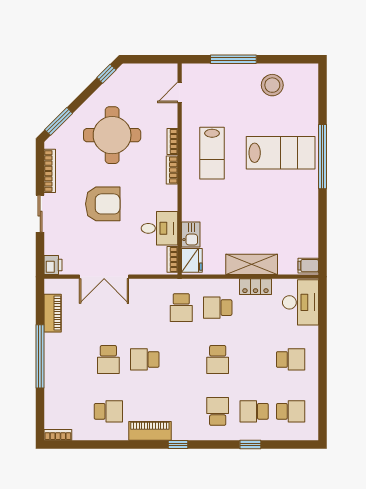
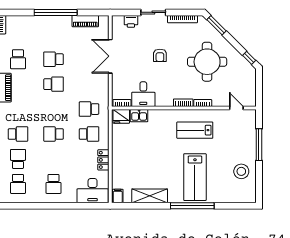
armchair: (103, 204) -> (160, 55), width x0.53, depth x0.53
shelving: (252, 264) -> (150, 196), moved, turned 90
printer: (53, 265) -> (131, 21), moved
school desk: (218, 308) -> (89, 134), turned 90
school desk: (145, 359) -> (53, 84), turned 90

